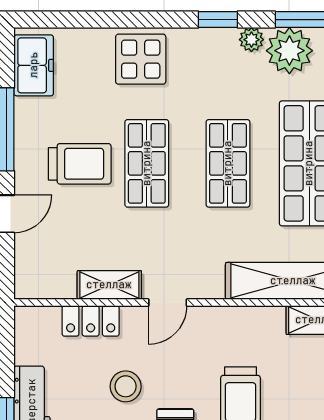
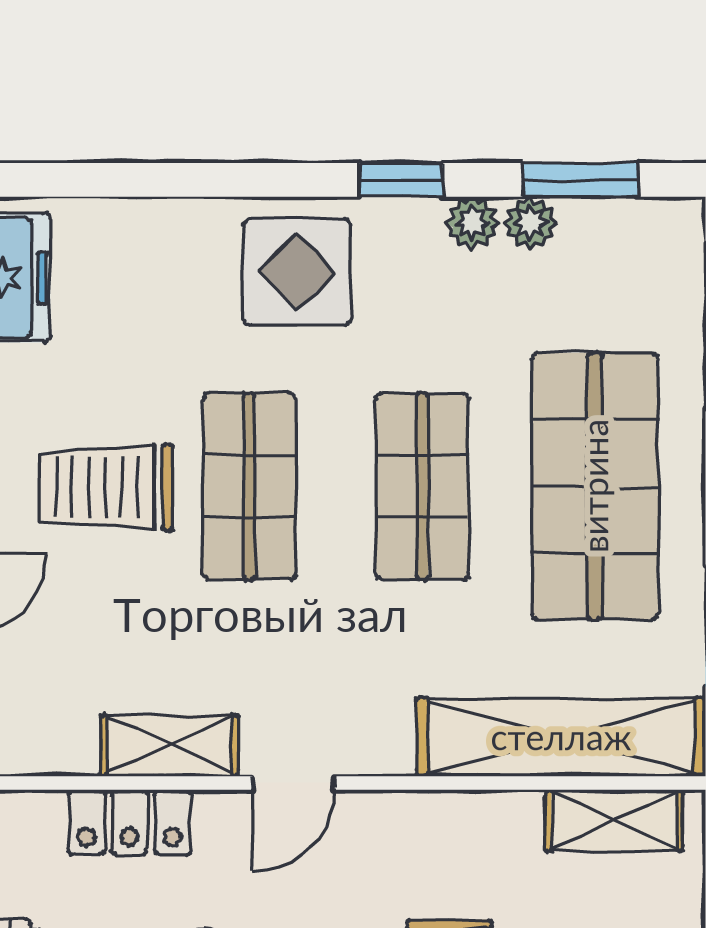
plant: (289, 51) -> (530, 223), width x0.53, depth x0.53
display table: (141, 59) -> (297, 272), moved
trolley: (80, 164) -> (106, 487), turned 180

